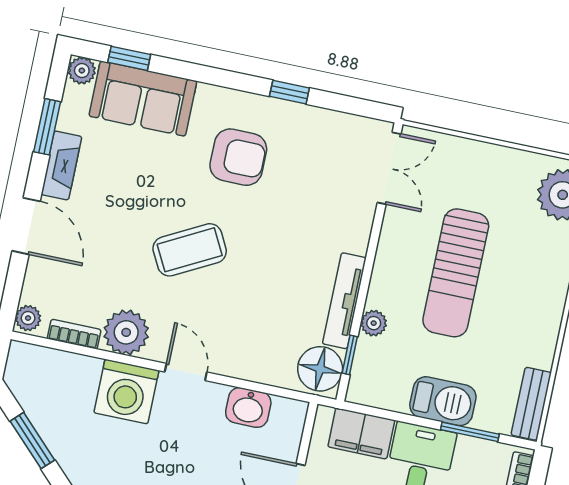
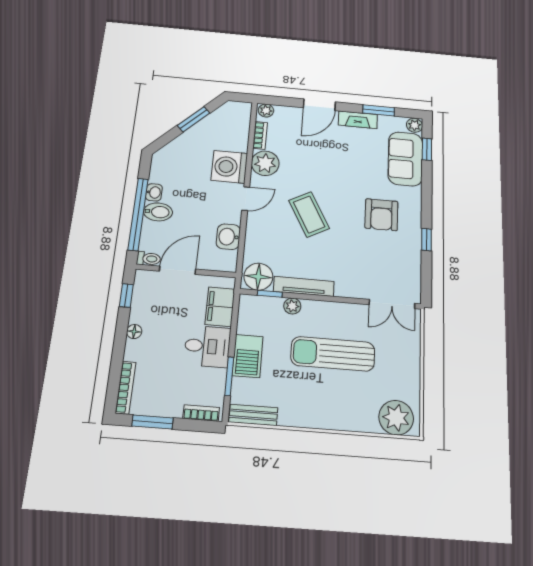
coffee table: (190, 250) -> (309, 214), moved

